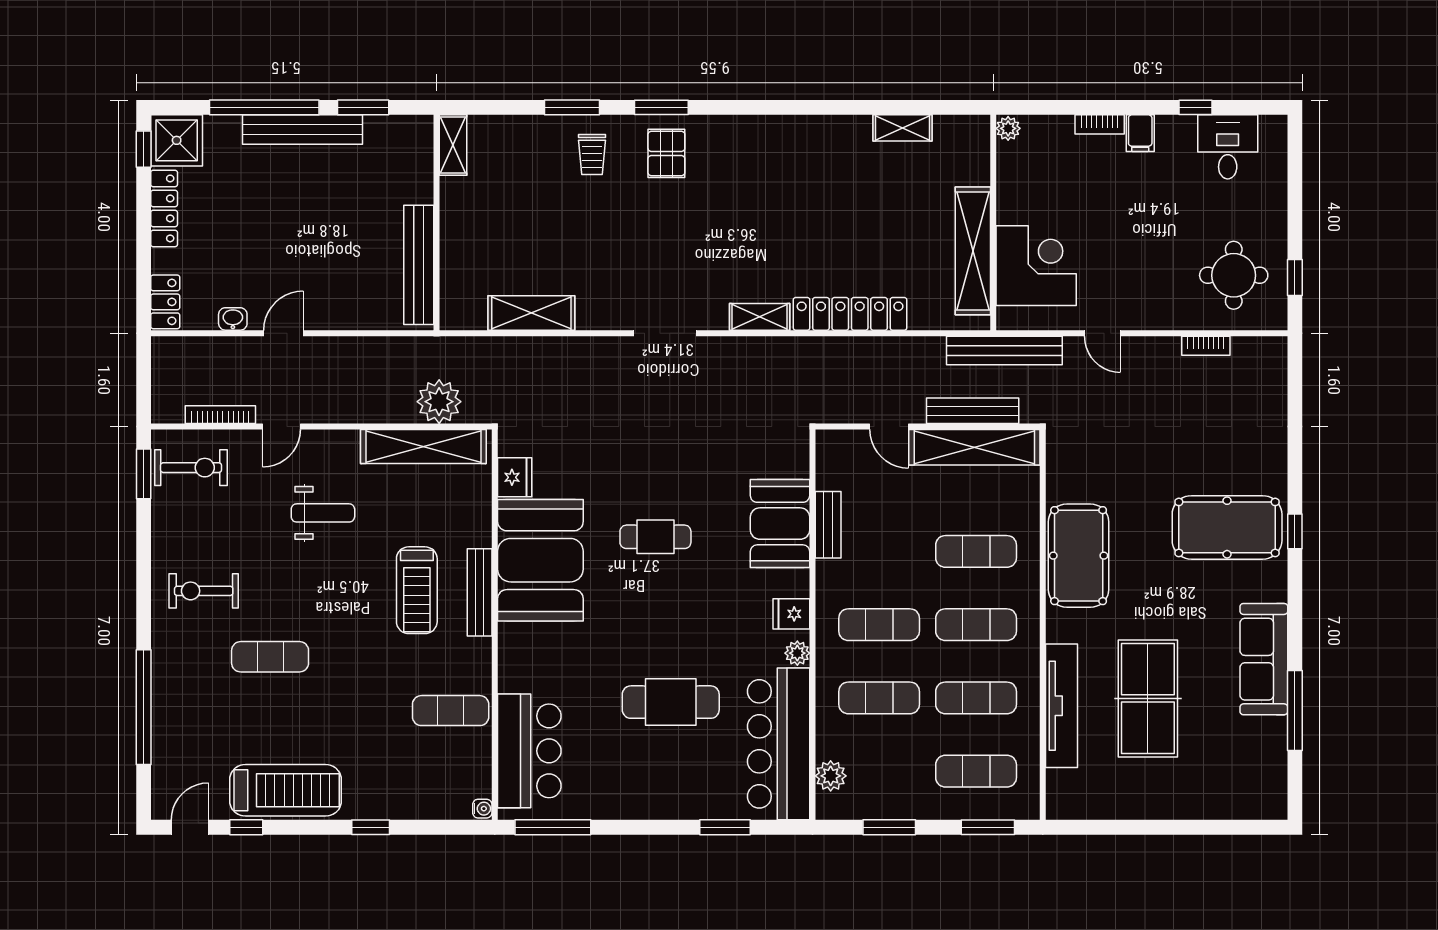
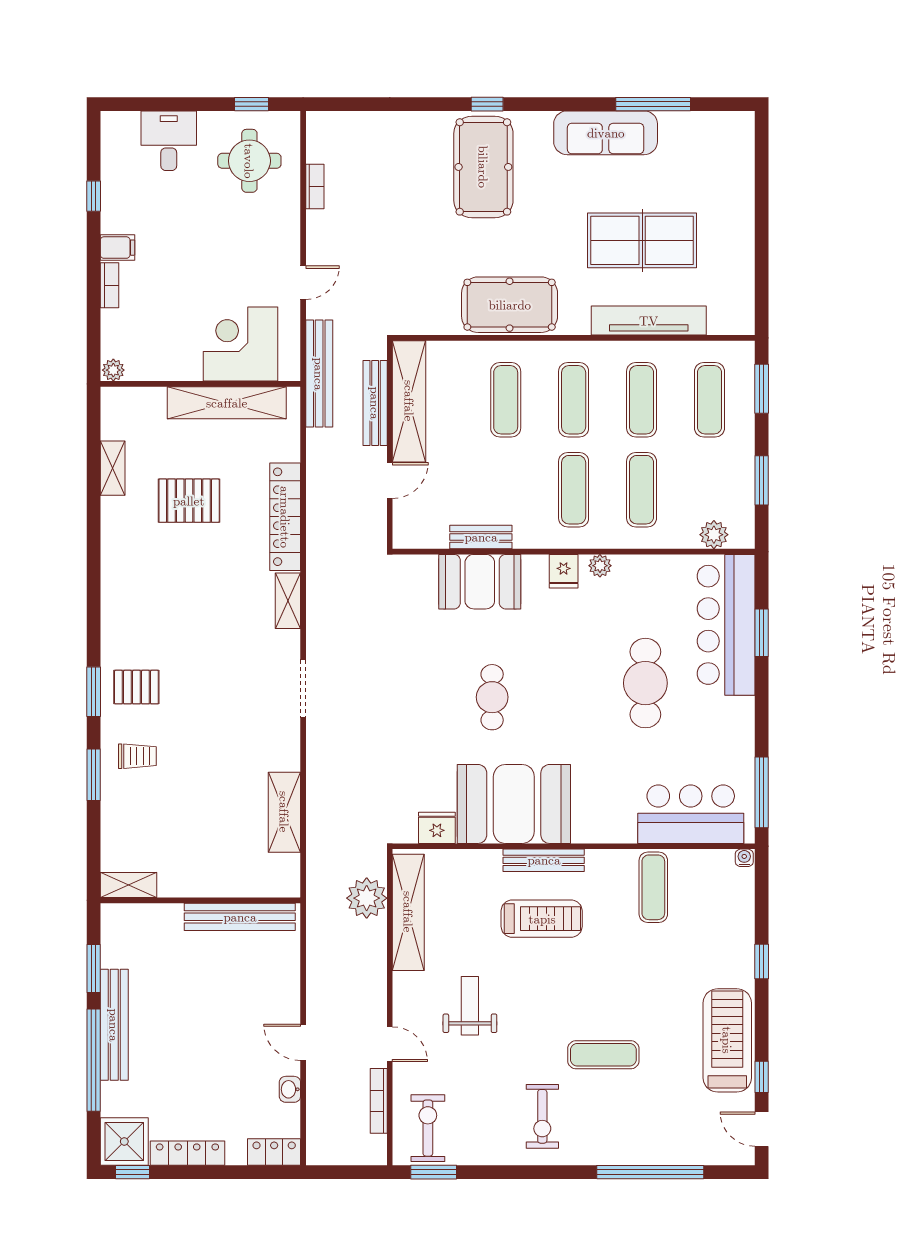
desk: (1228, 147) -> (169, 141), moved, turned 90
pallet: (867, 210) -> (189, 501), added
exercise mat: (270, 657) -> (603, 1055), turned 90
bar counter: (779, 744) -> (726, 625), moved, turned 90

